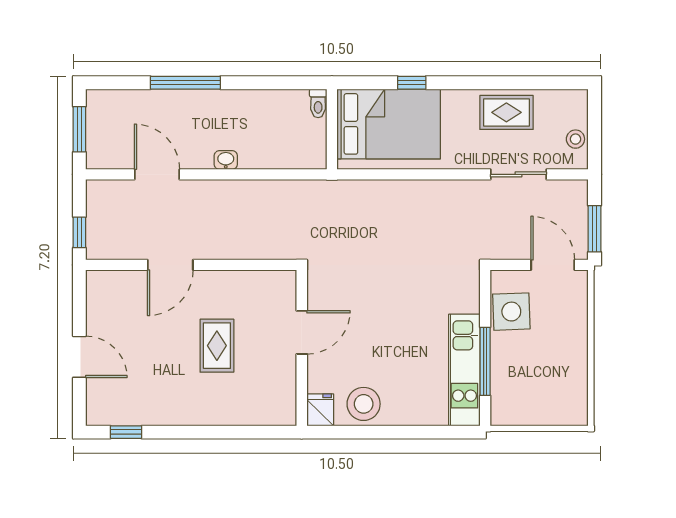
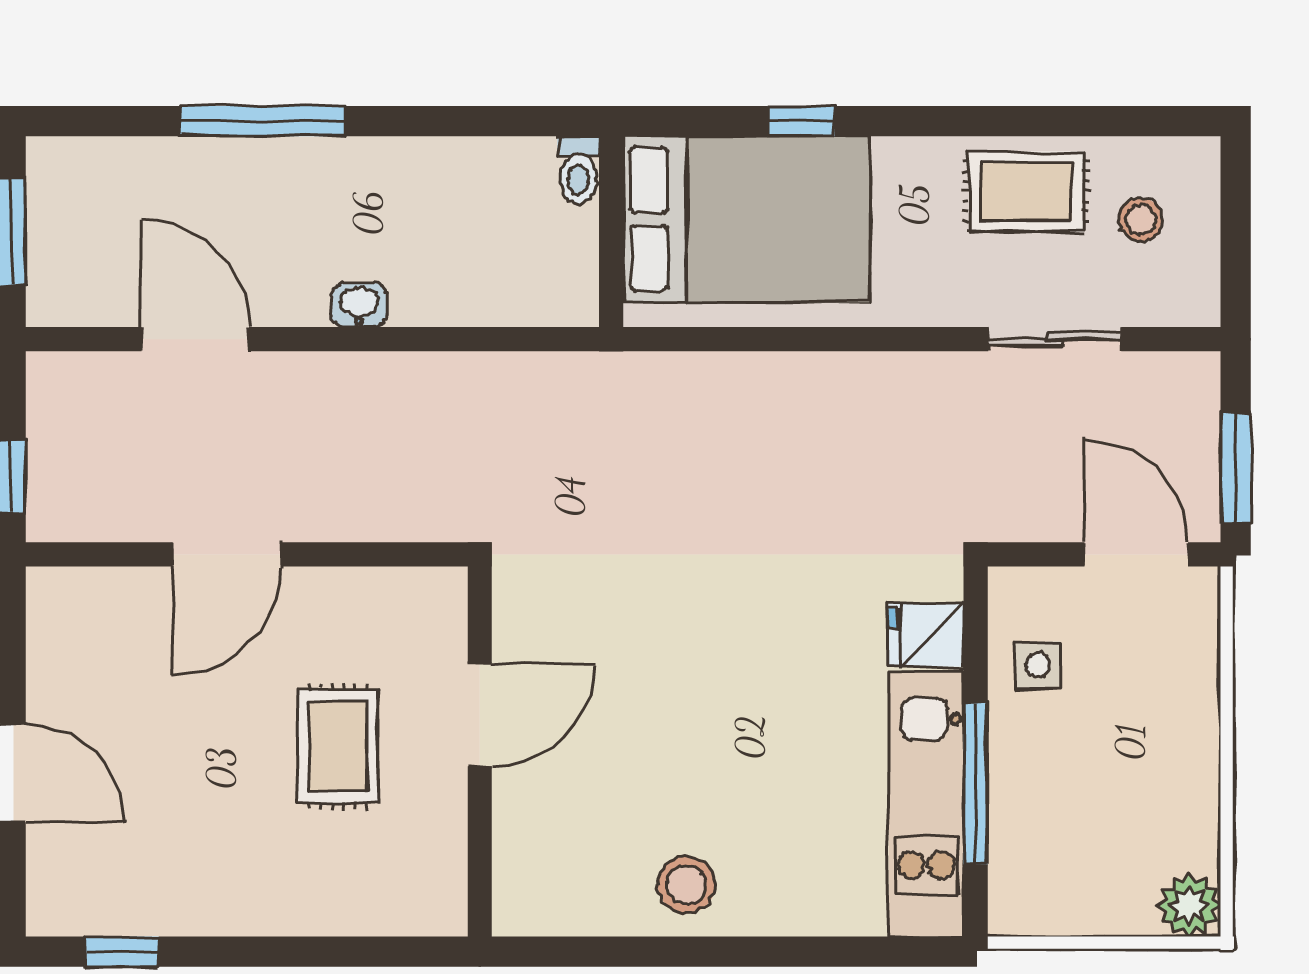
stool: (575, 139) -> (1141, 220), moved
side table: (511, 312) -> (1038, 665), width x0.54, depth x0.54
door: (302, 332) -> (480, 715), moved
wall: (302, 348) -> (480, 751), moved
stool: (364, 404) -> (687, 885), width x0.73, depth x0.73
fridge: (320, 410) -> (926, 635), moved, turned -90
plant: (575, 413) -> (1189, 905), added

